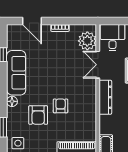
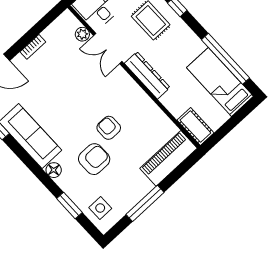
plant: (87, 41) -> (82, 34), width x0.53, depth x0.53
armchair: (38, 115) -> (94, 159), turned -90

